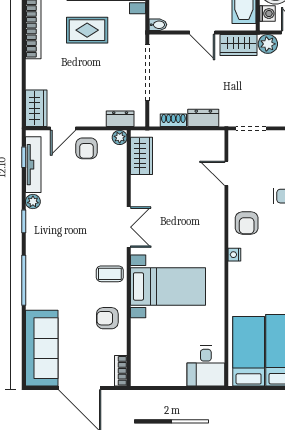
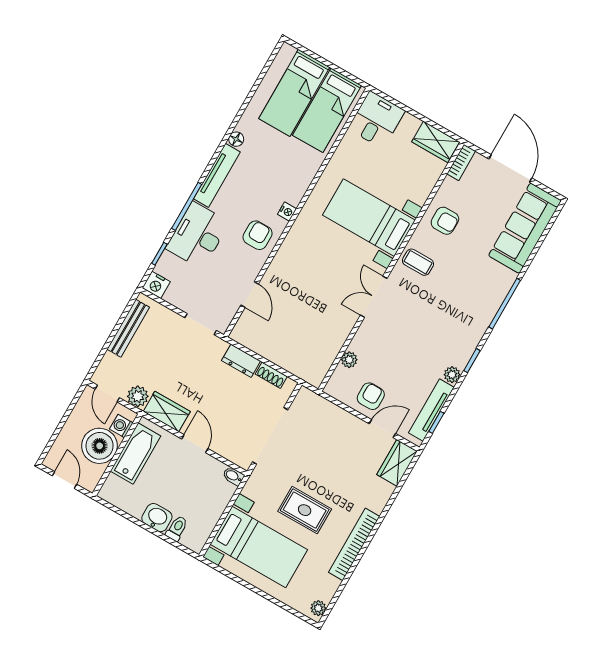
dresser: (120, 119) -> (322, 406), removed
plant: (120, 137) -> (349, 360), moved
wardrobe: (141, 156) -> (436, 142), moved, turned -90

